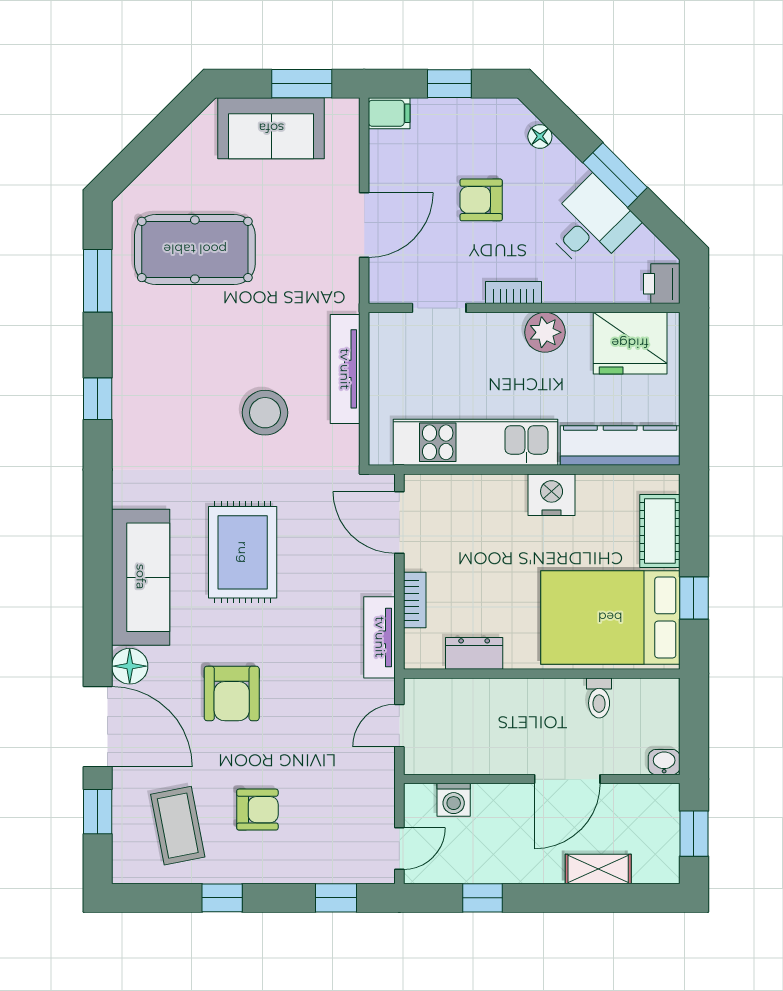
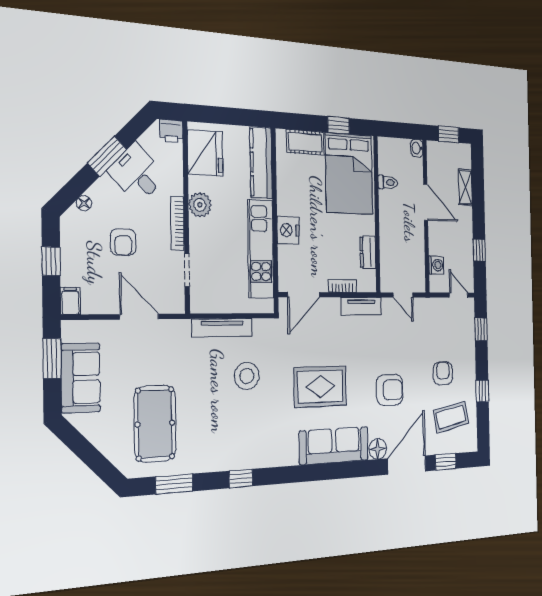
bookcase: (513, 293) -> (177, 223), width x1.56
nightstand: (552, 495) -> (288, 230), moved

